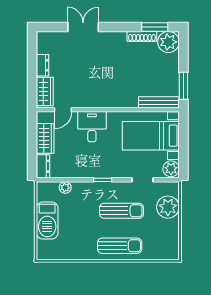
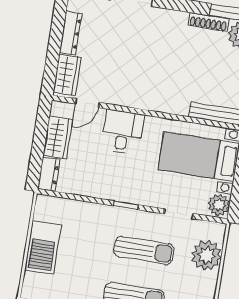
dresser: (43, 65) -> (71, 33), width x1.44
plant: (65, 188) -> (74, 207), removed

